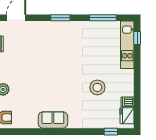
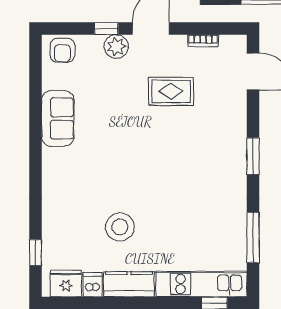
rug: (26, 61) -> (171, 91), added
kitchen counter: (127, 83) -> (129, 284), added
sofa: (53, 120) -> (58, 118), moved

